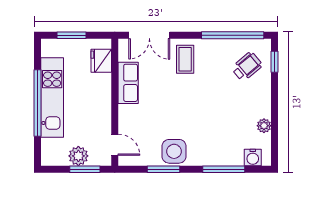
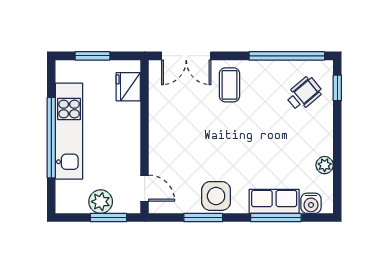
row of seats: (128, 83) -> (274, 201), moved, turned -90

